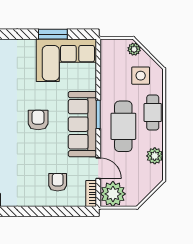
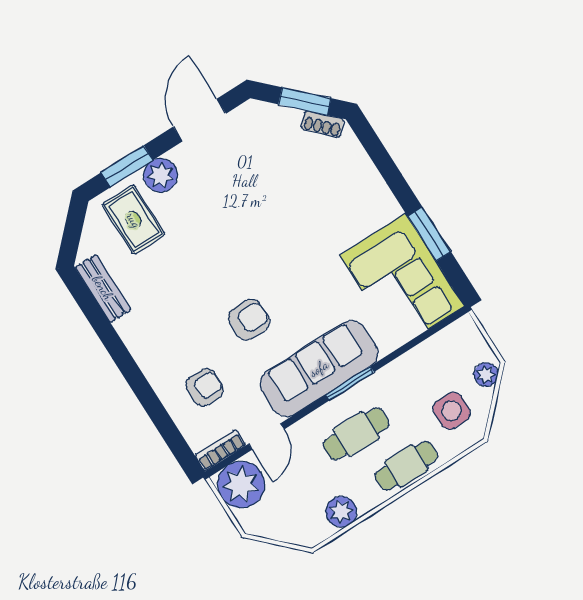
armchair: (38, 120) -> (249, 320), moved
cafe table: (123, 126) -> (356, 434), width x0.73, depth x0.74

